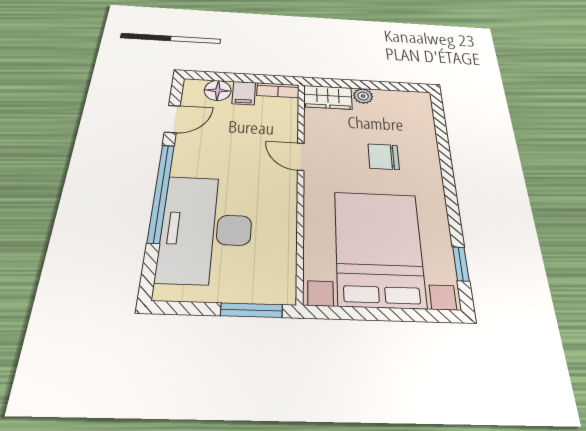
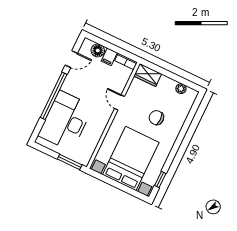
plant: (363, 96) -> (181, 89), moved

